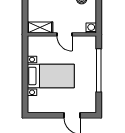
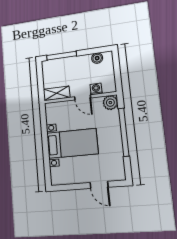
washing machine: (91, 28) -> (96, 89), moved
plant: (90, 42) -> (110, 103), added

